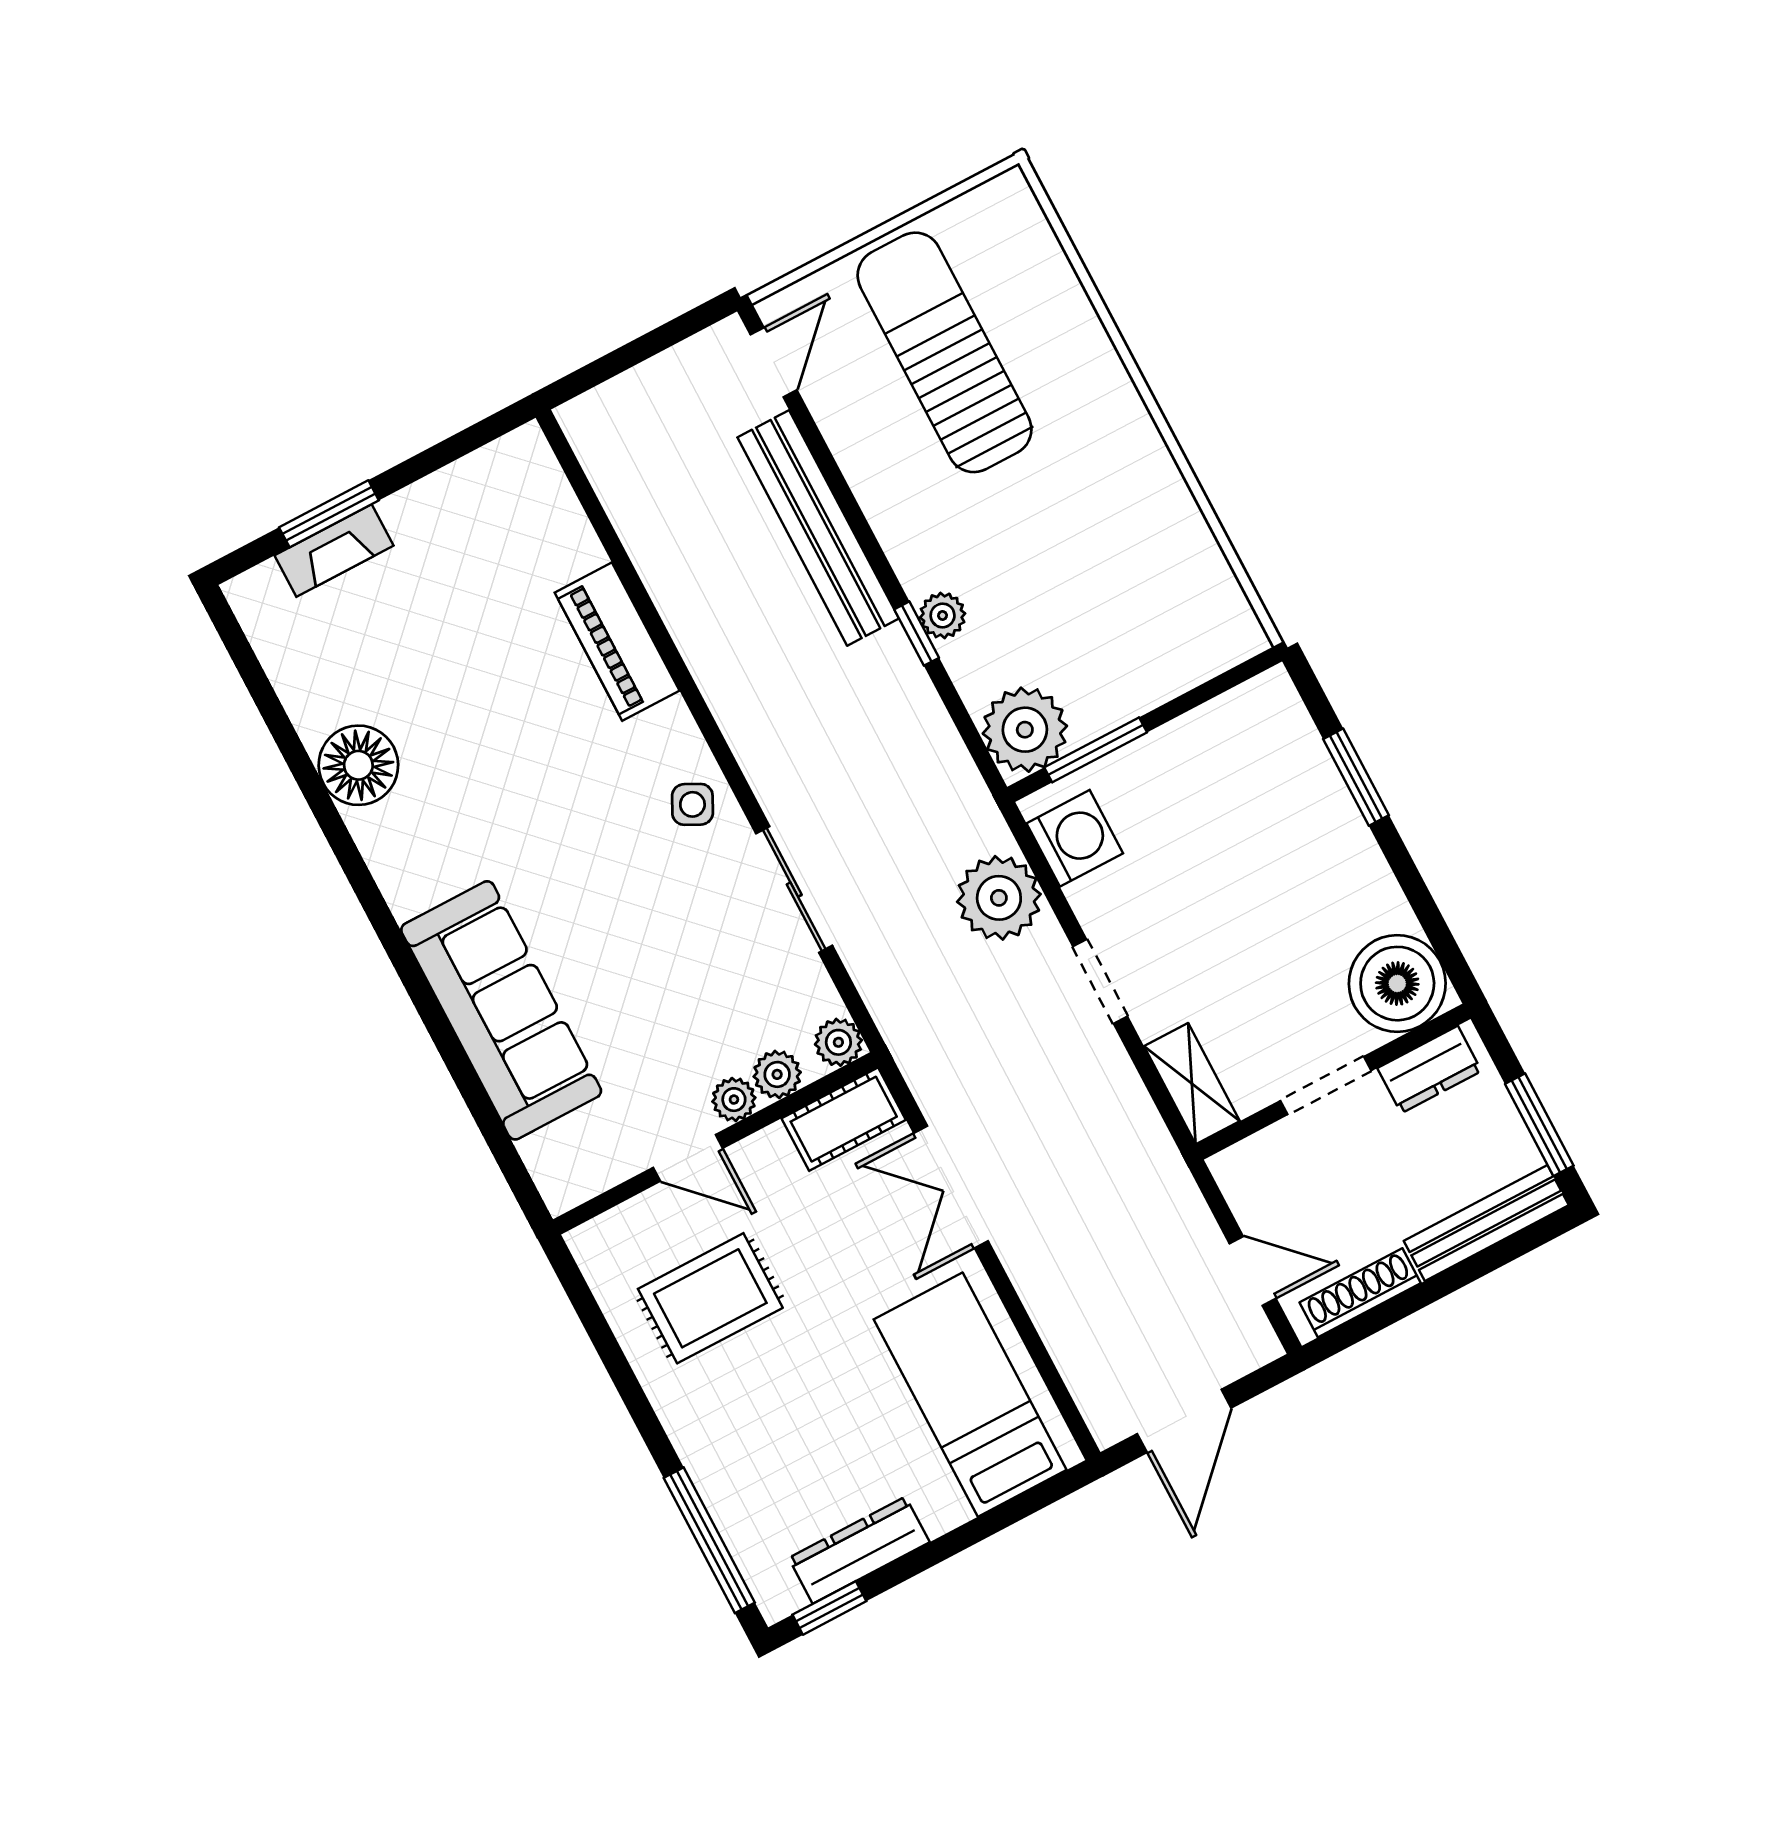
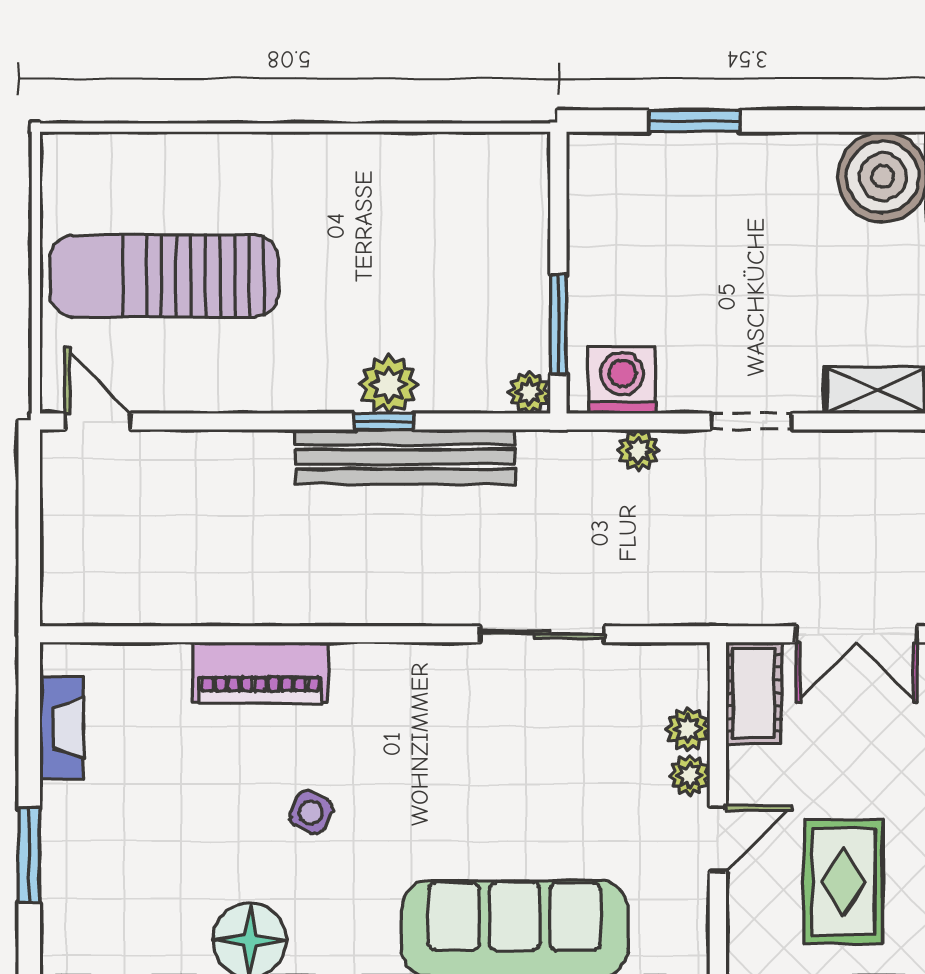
bench: (818, 528) -> (405, 457), moved
fireplace: (334, 550) -> (62, 728), moved
plant: (943, 615) -> (389, 384), width x1.38, depth x1.38
plant: (1025, 730) -> (529, 392), width x0.53, depth x0.53
side table: (692, 804) -> (311, 812), moved
plant: (999, 898) -> (638, 450), width x0.53, depth x0.53
plant: (838, 1042) -> (688, 664), removed

